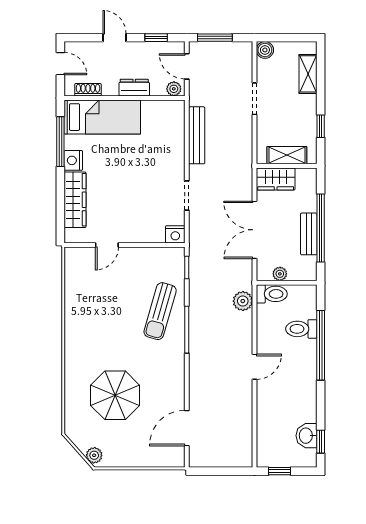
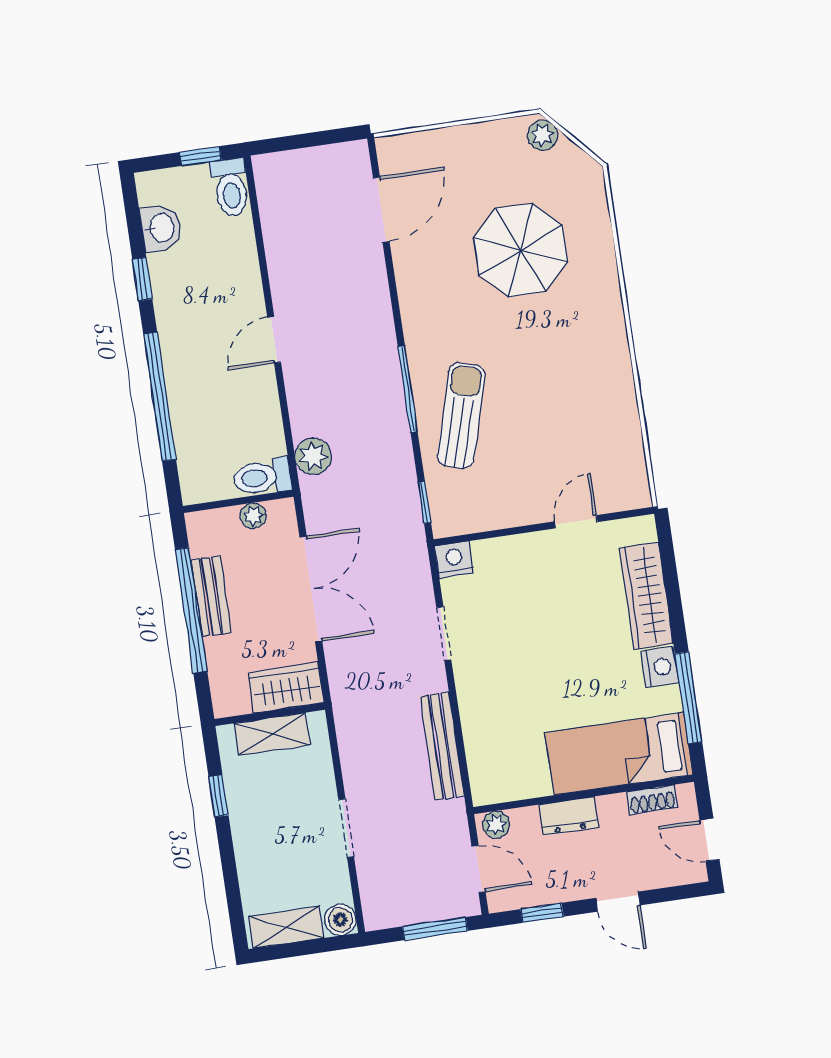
shelving: (308, 74) -> (286, 927), moved, turned 90
toilet: (301, 329) -> (231, 187), moved, turned 90
window: (321, 442) -> (142, 279), moved

